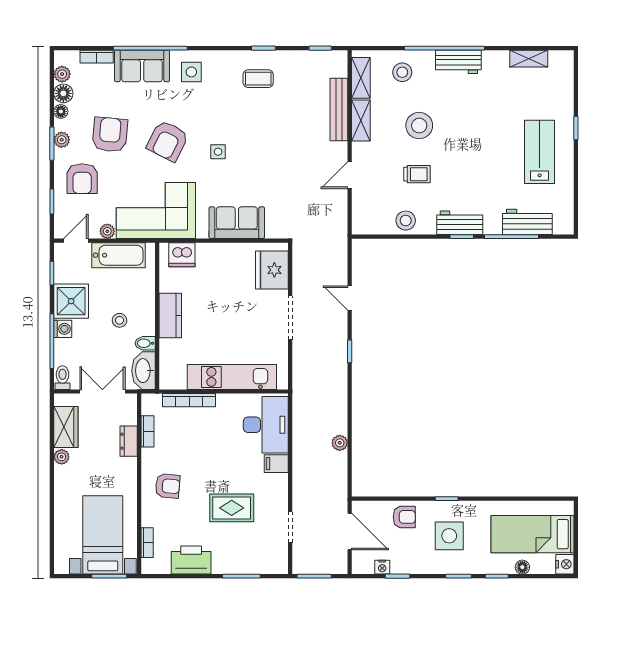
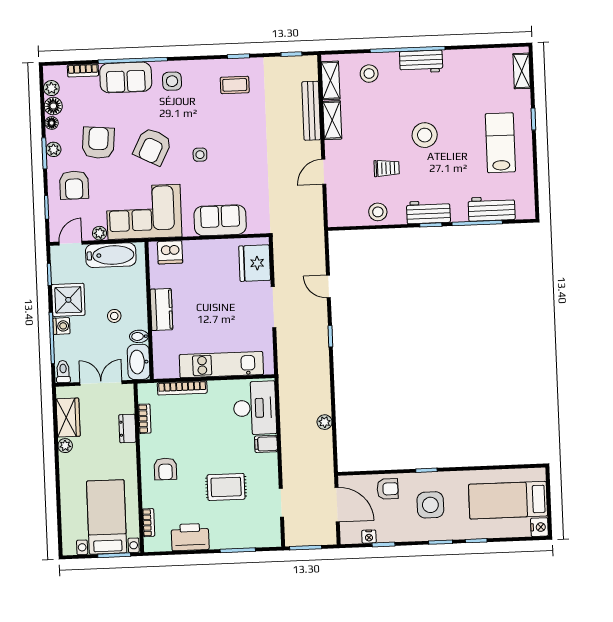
shelving: (529, 59) -> (522, 71), moved, turned 90
stool: (419, 126) -> (425, 135), moved
armchair: (168, 486) -> (165, 469), turned 85
floor lamp: (522, 567) -> (500, 531), removed

